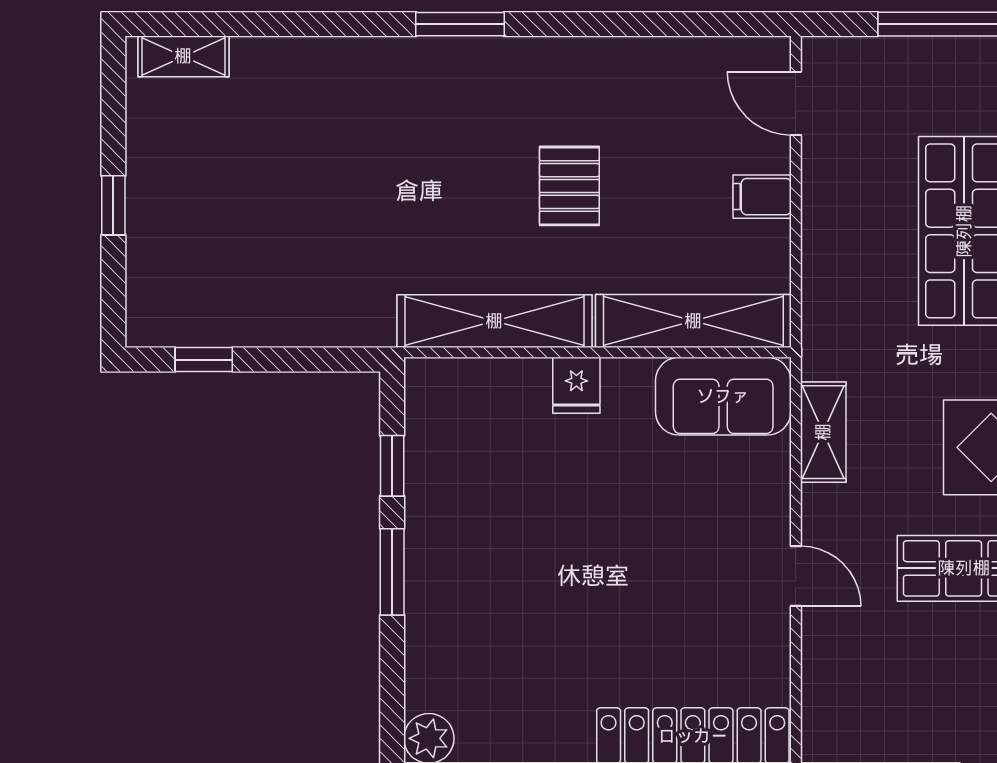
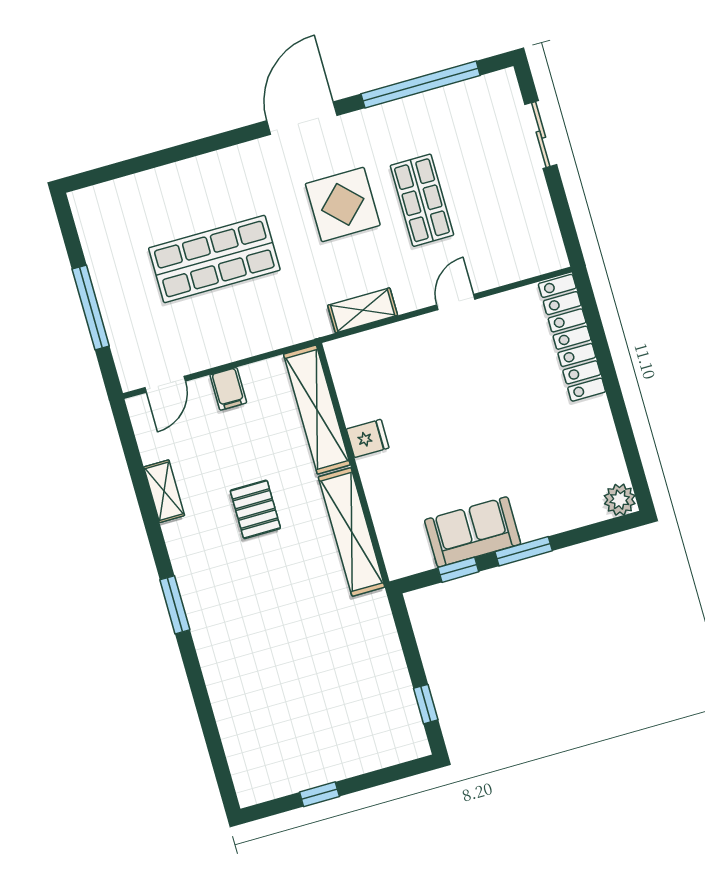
shelving: (183, 56) -> (164, 491), moved
pallet: (569, 186) -> (255, 509), turned 90
window: (113, 205) -> (319, 794), moved
fridge: (576, 385) -> (368, 438), moved
sofa: (723, 396) -> (473, 532), moved, turned -90

